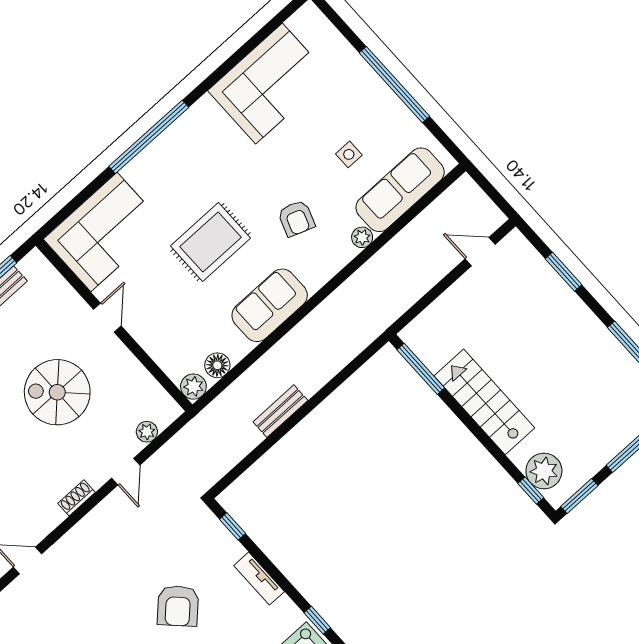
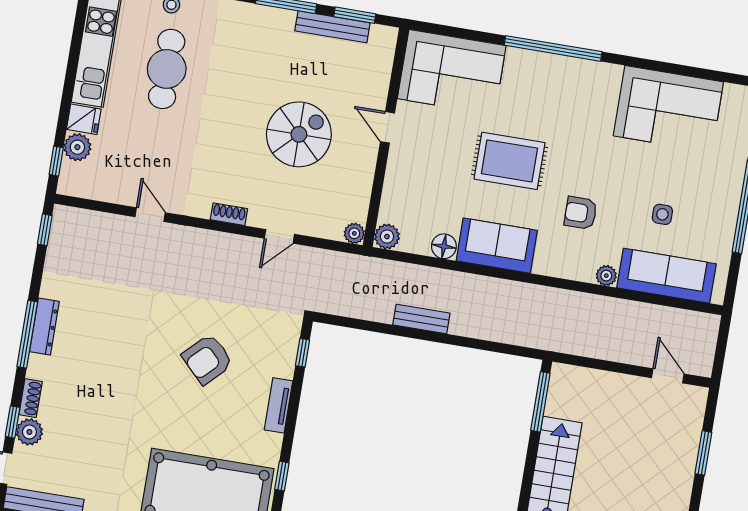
armchair: (296, 218) -> (581, 213), turned 70
door: (107, 318) -> (387, 127), swing flipped
floor lamp: (217, 365) -> (444, 246), moved
spiral stairs: (57, 392) -> (299, 134), turned 90
plant: (147, 432) -> (354, 233), moved

